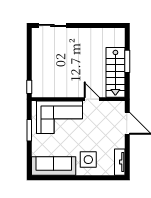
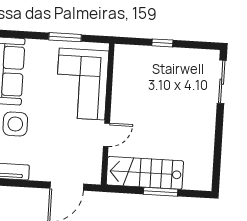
window: (29, 87) -> (162, 43), moved

